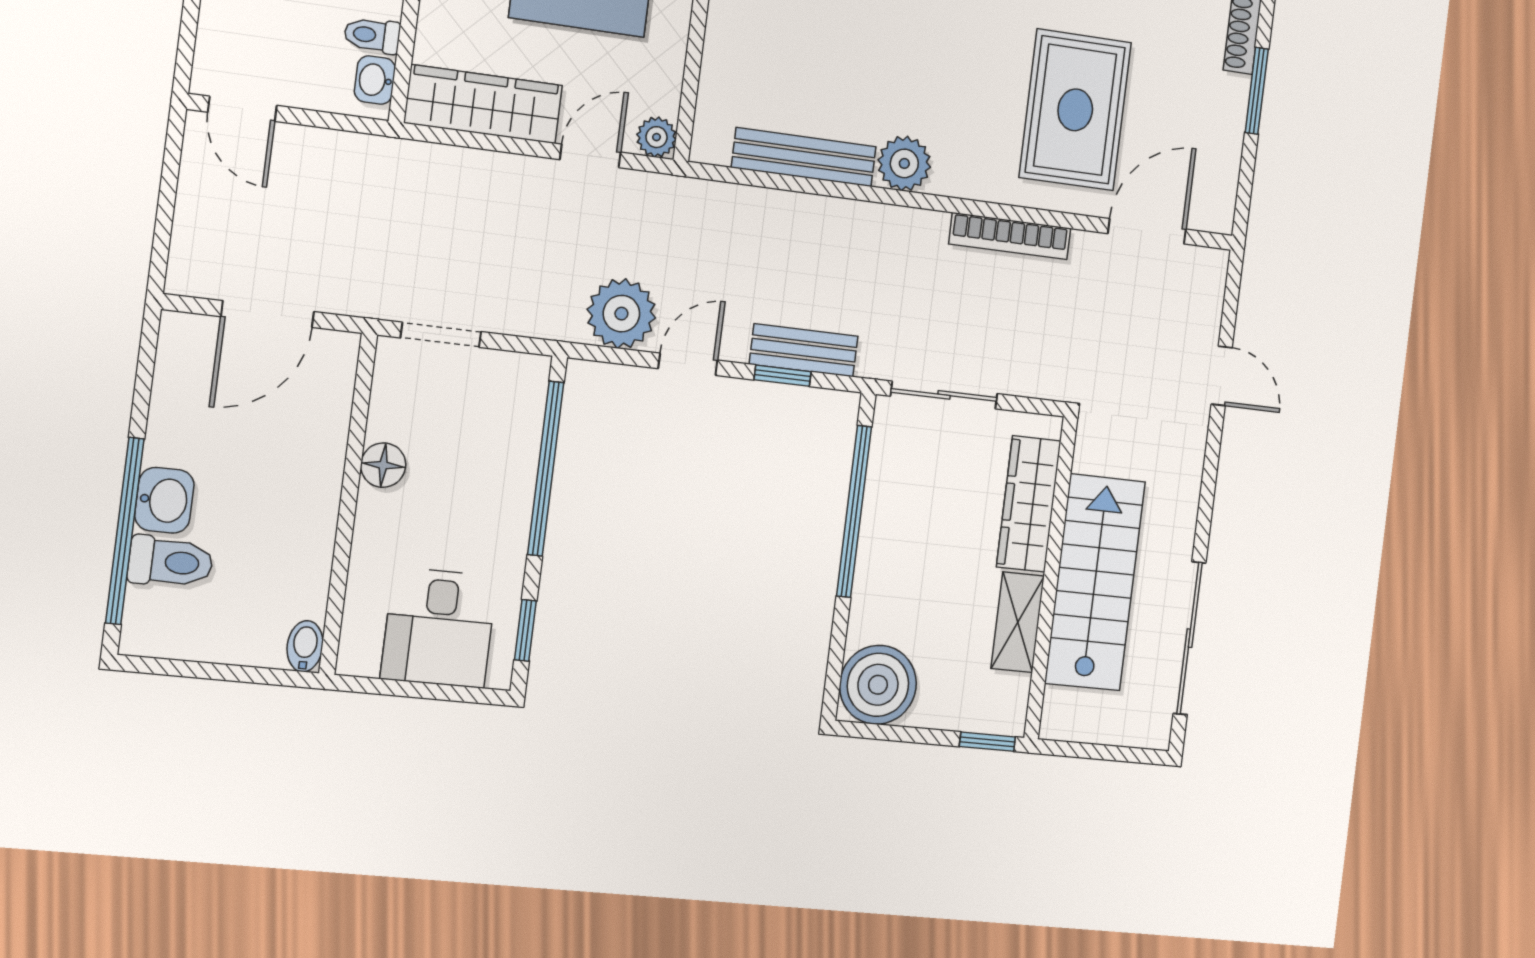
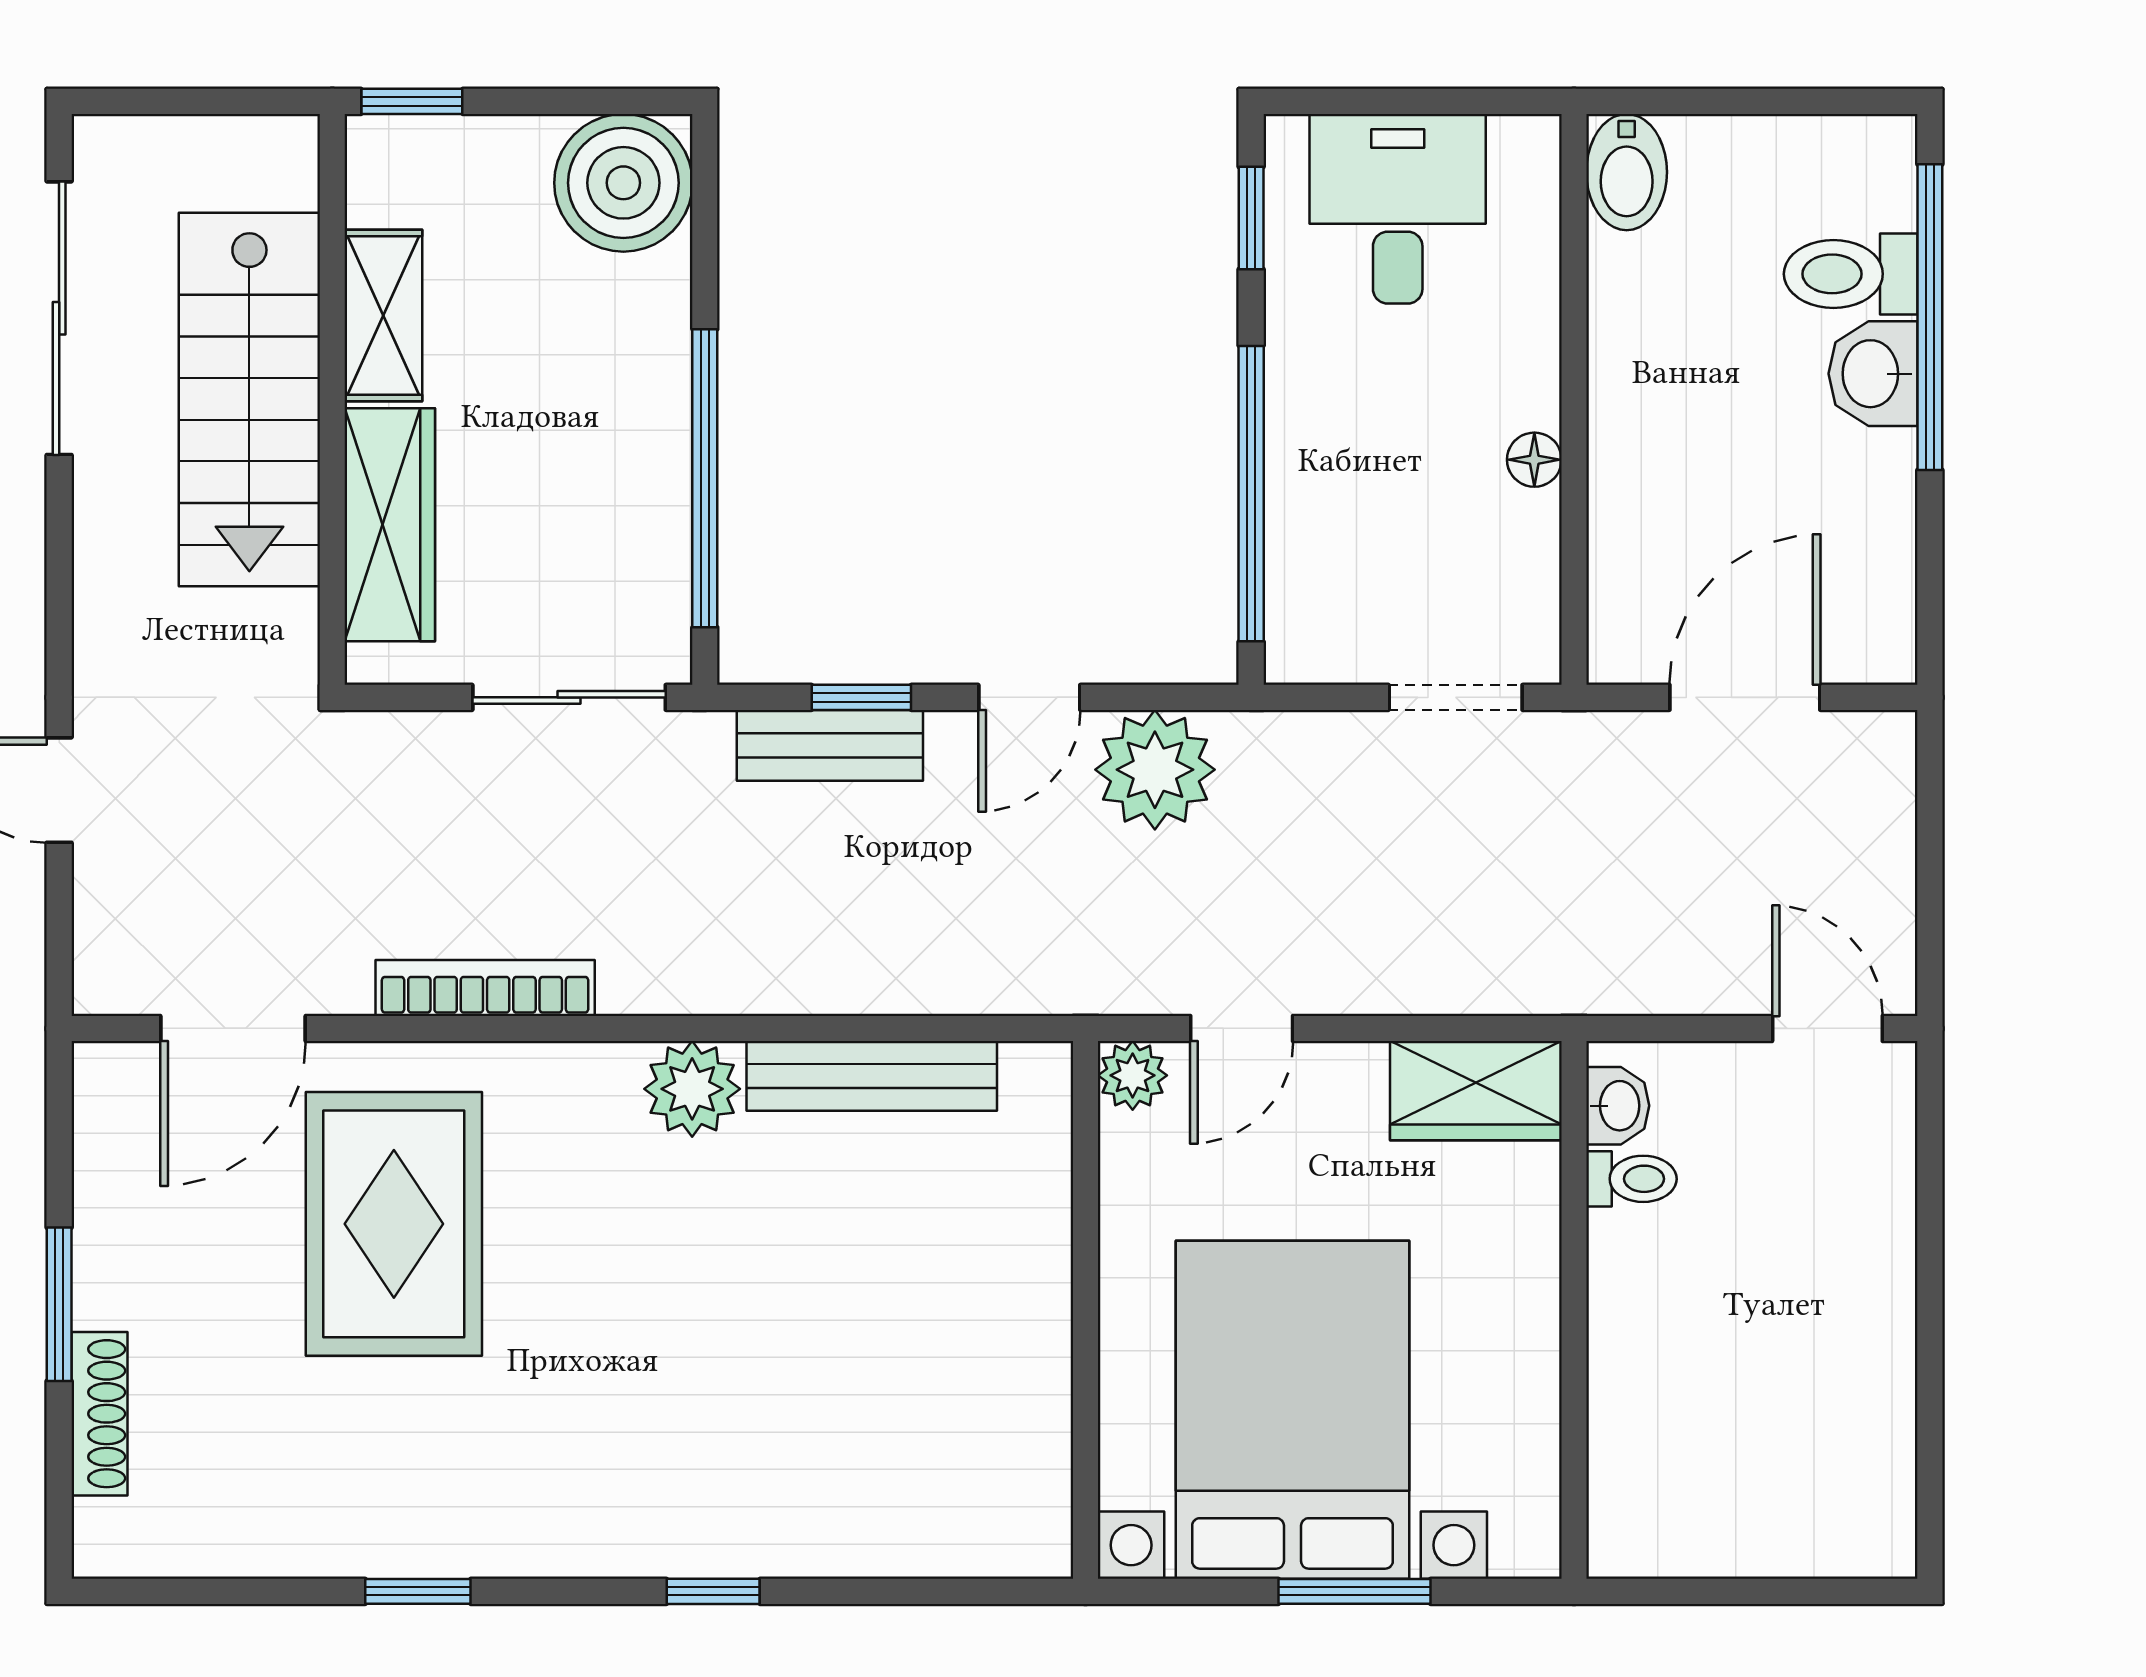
wardrobe: (483, 104) -> (1476, 1091), width x0.67
floor lamp: (383, 465) -> (1534, 460), width x0.73, depth x0.73
bidet: (305, 646) -> (1627, 172), width x1.38, depth x1.36

